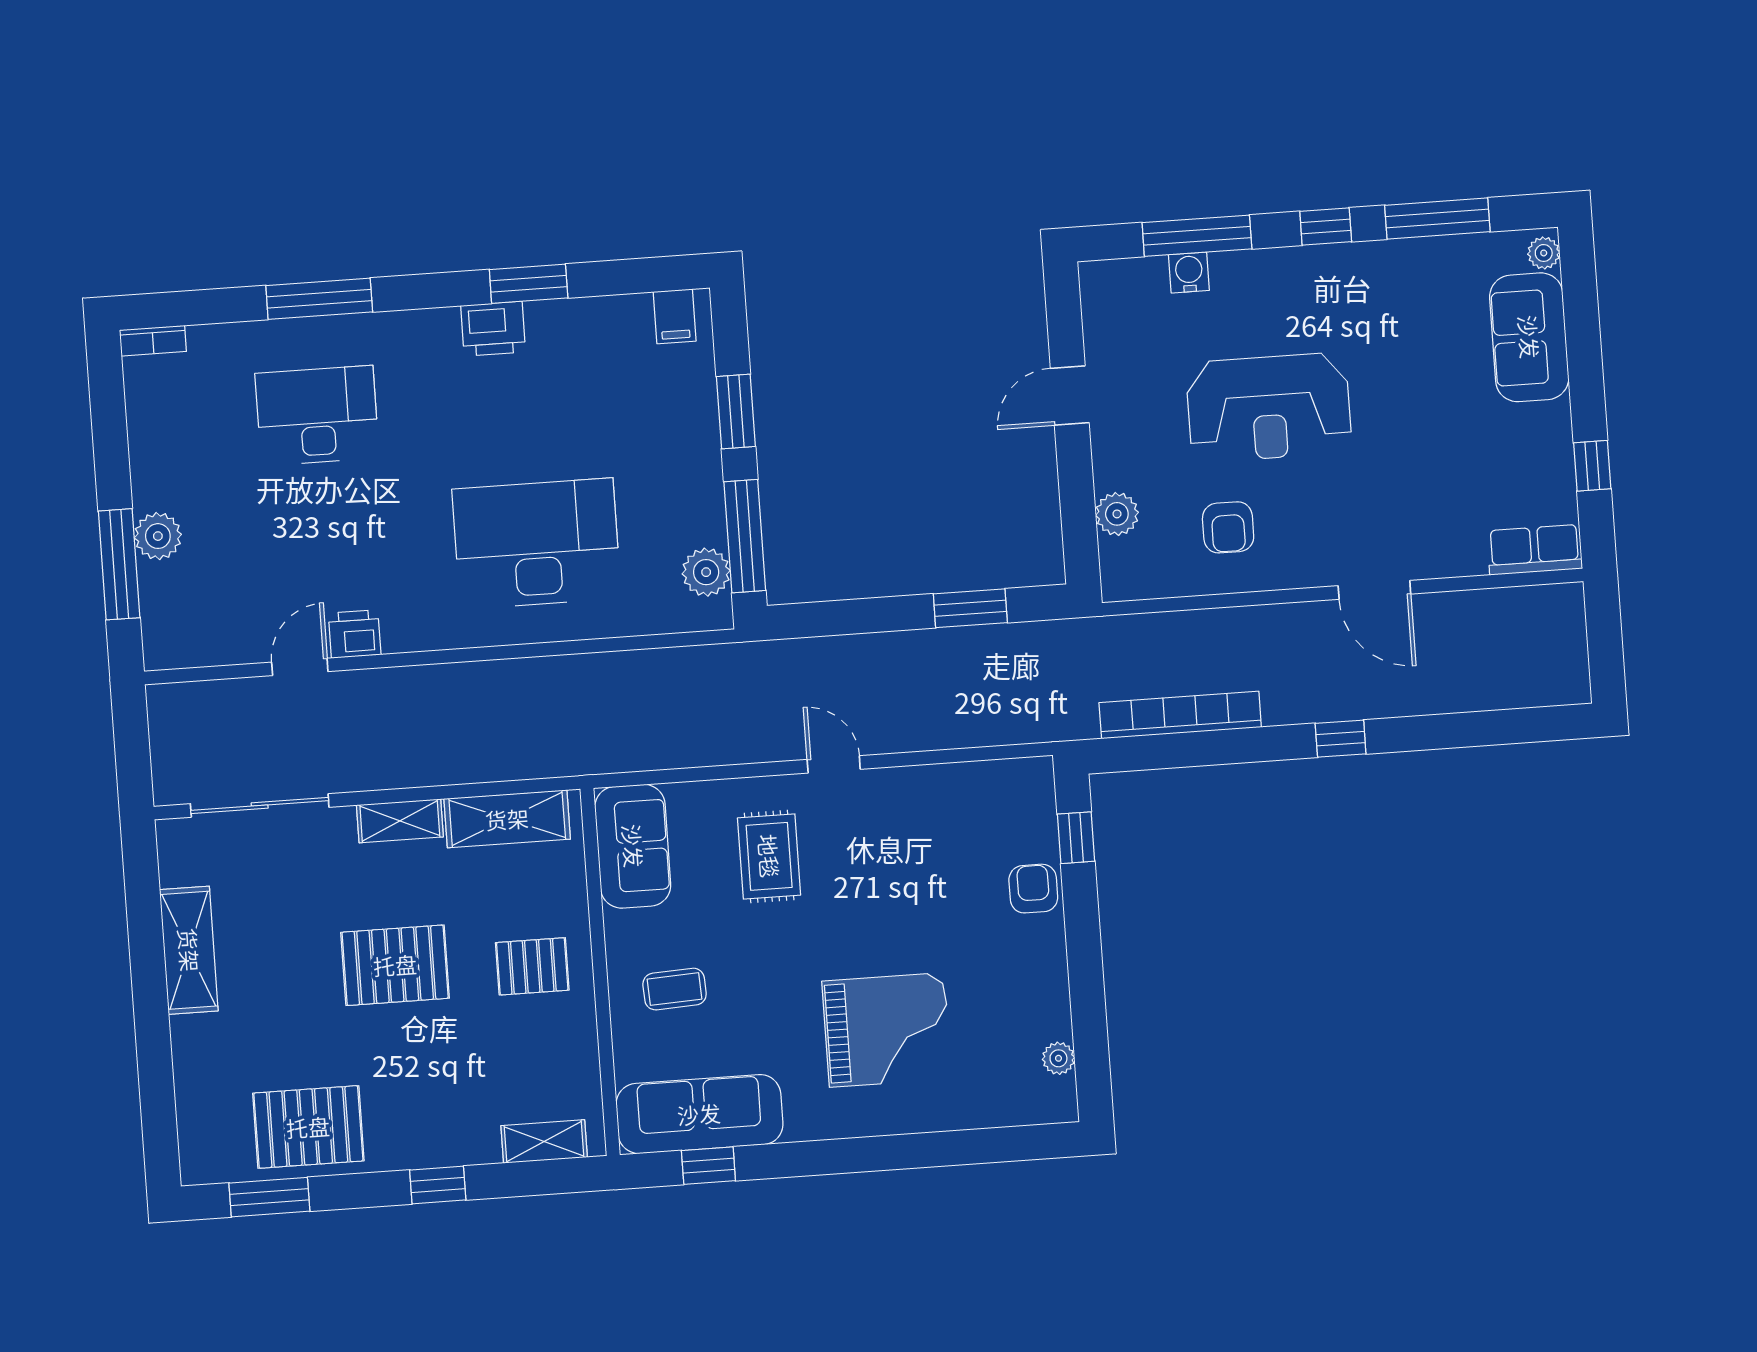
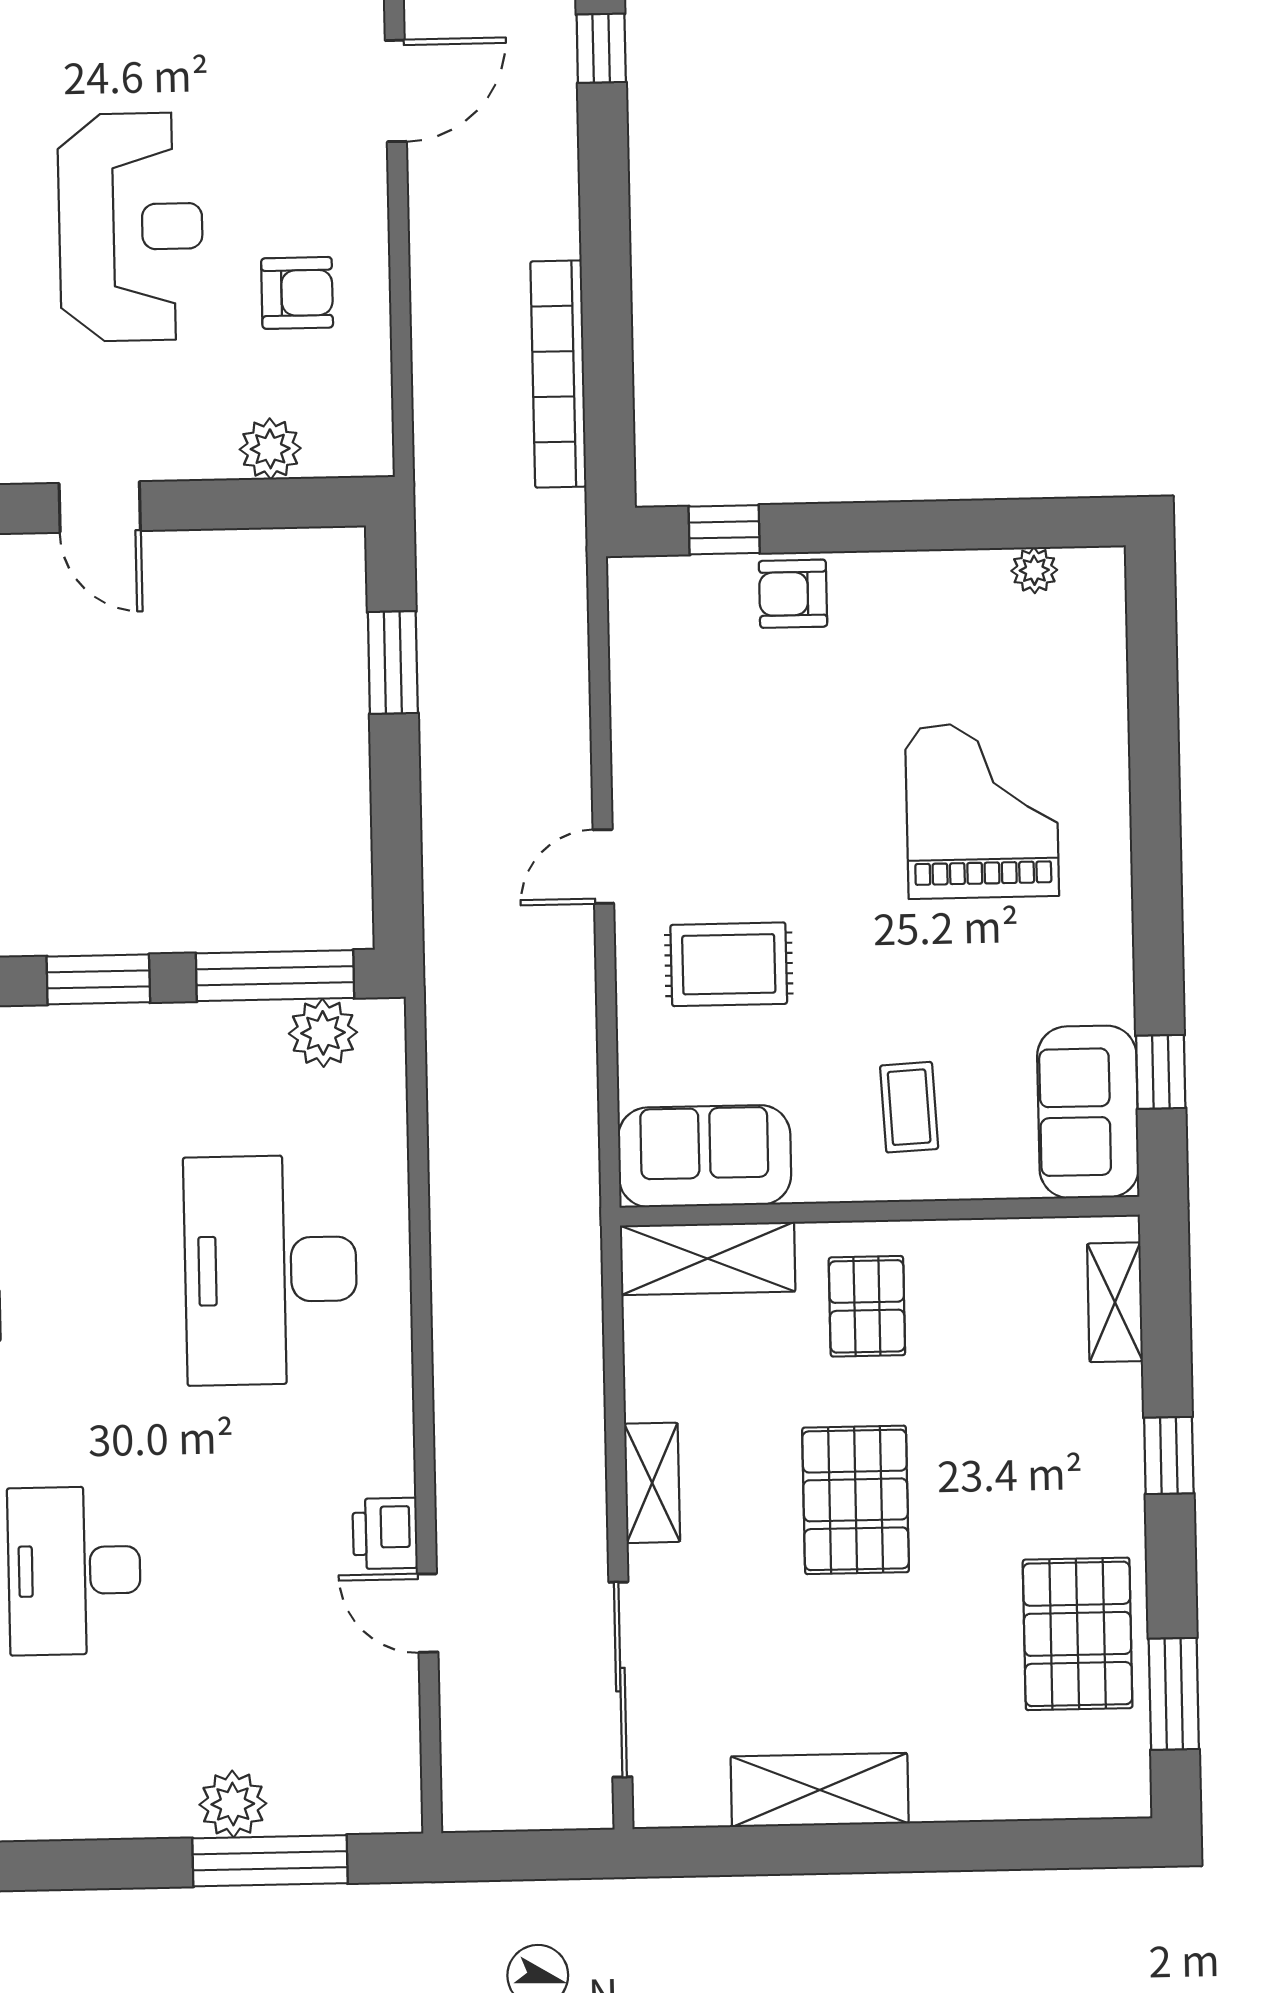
window: (1341, 739) -> (601, 48), moved
shelving: (507, 819) -> (708, 1259), moved, turned 90
sofa: (699, 1114) -> (1088, 1112), width x0.73

